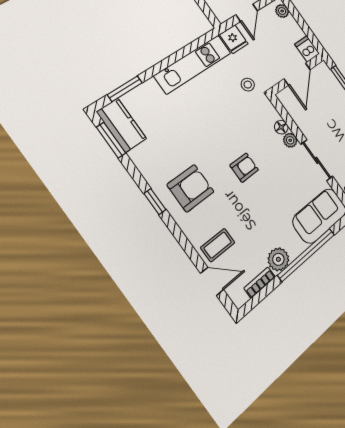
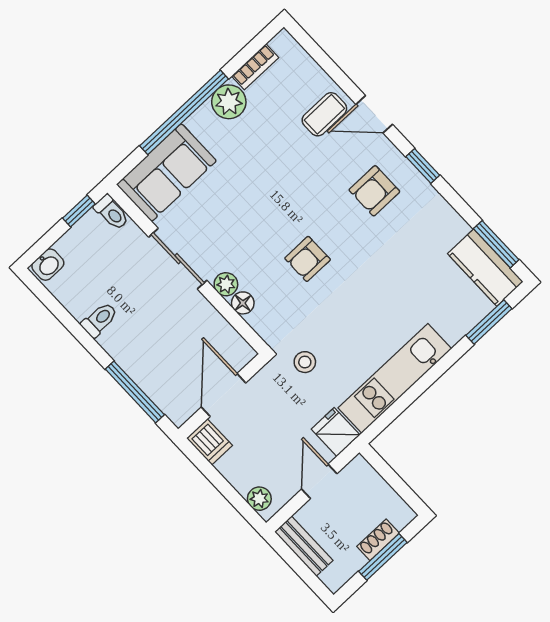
armchair: (244, 168) -> (308, 259), moved
armchair: (191, 188) -> (374, 191), width x0.72, depth x0.72
door: (212, 281) -> (374, 114), moved

